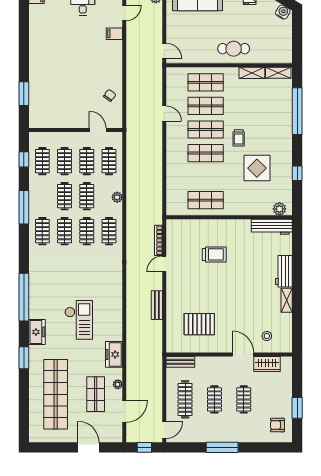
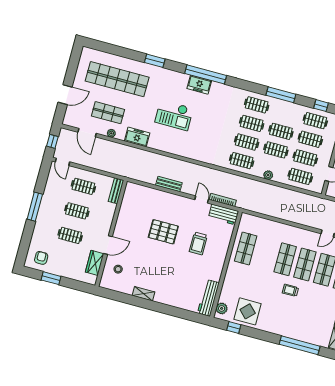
display table: (257, 168) -> (248, 311), moved
window: (297, 173) -> (234, 327), moved
workbench: (284, 271) -> (223, 214), moved, turned 180
pallet: (199, 324) -> (163, 232), moved, turned 90
freezer: (37, 332) -> (199, 85), moved
clothes rail: (185, 399) -> (83, 186), width x0.73

